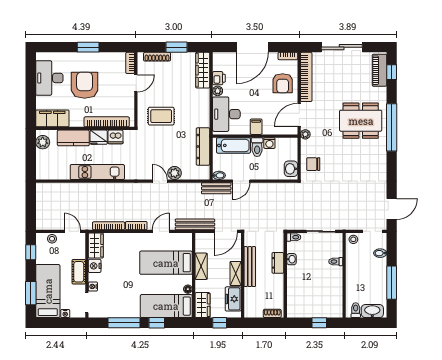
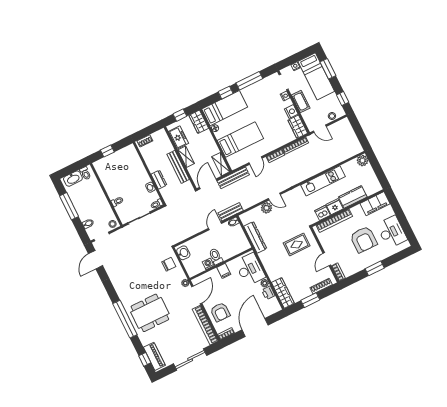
armchair: (283, 83) -> (220, 312), turned 180
plant: (43, 142) -> (363, 161), moved
bathtub: (233, 145) -> (233, 249), removed
shelving: (201, 266) -> (221, 164), moved

